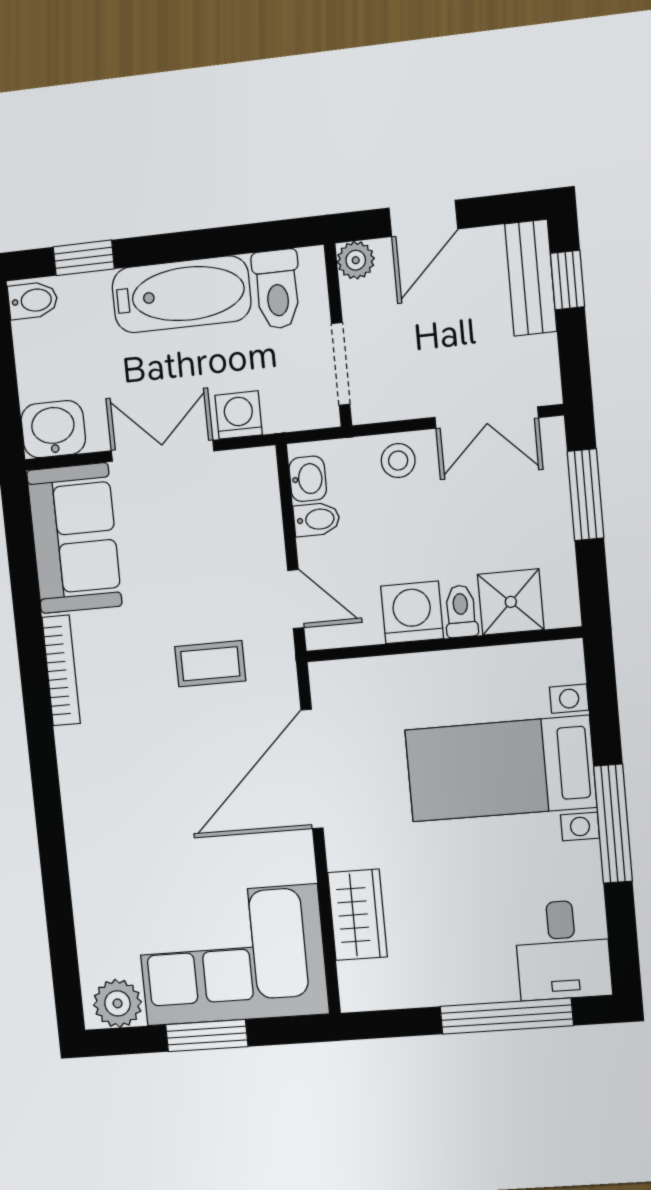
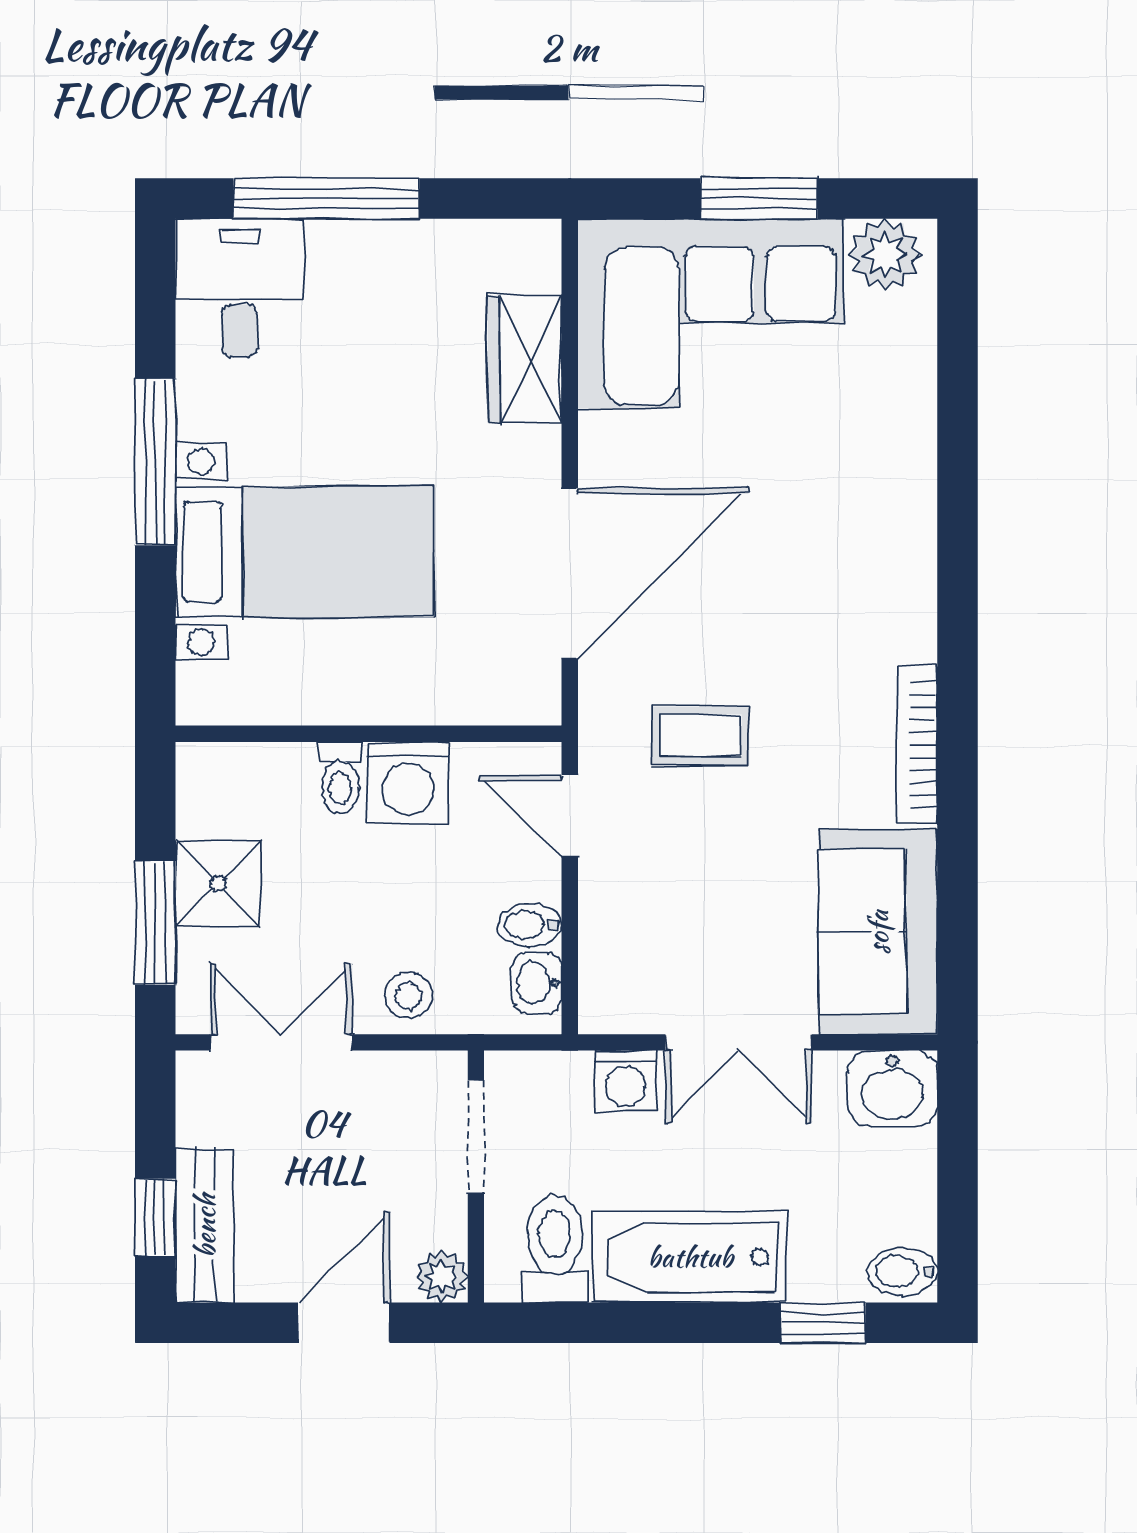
shower: (511, 602) -> (218, 884), moved

